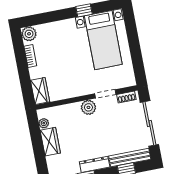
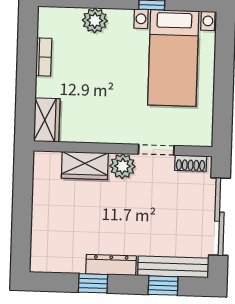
plant: (29, 34) -> (95, 20), moved
plant: (44, 123) -> (41, 176), removed
wardrobe: (50, 142) -> (85, 166), moved, turned 90

